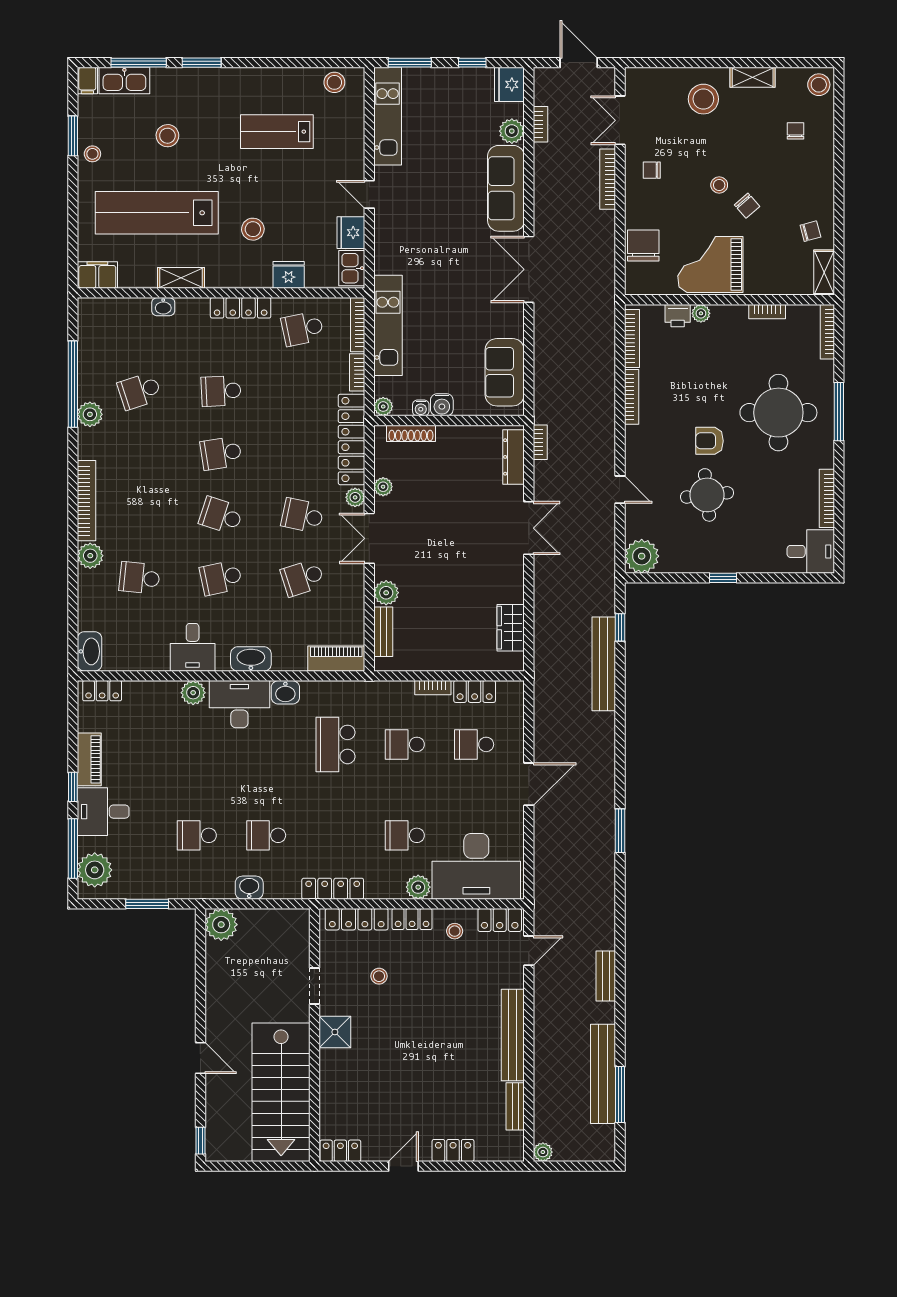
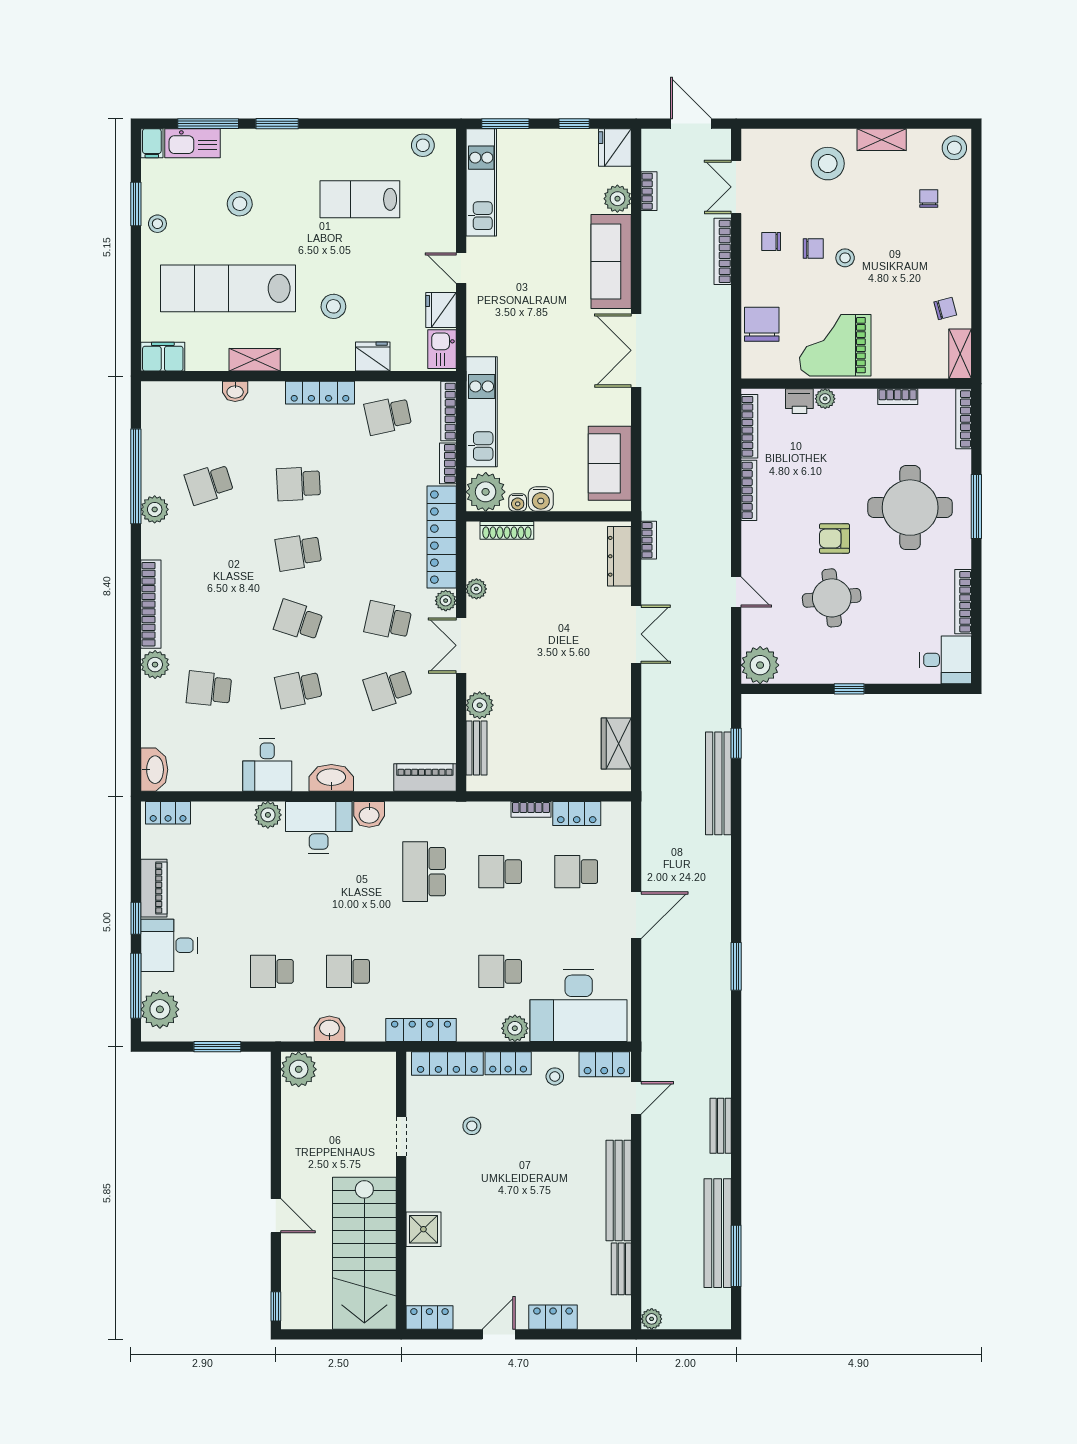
chair: (747, 206) -> (813, 248), moved, turned -49
plant: (383, 407) -> (486, 492), width x1.88, depth x1.88
shower: (335, 1032) -> (423, 1229), moved

